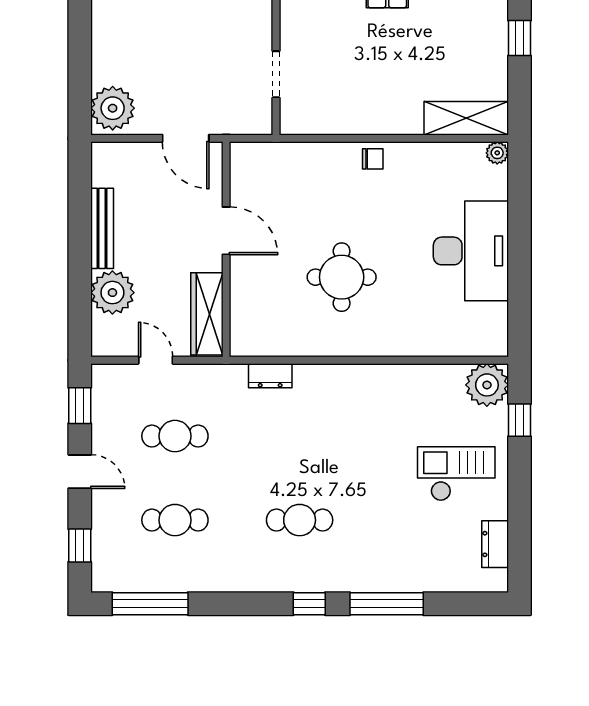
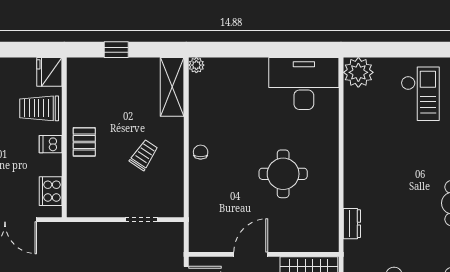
trolley: (369, 78) -> (144, 155), added
desk: (471, 251) -> (304, 84), moved
window: (519, 420) -> (383, 50), removed
checkout: (456, 474) -> (420, 94), turned 180

